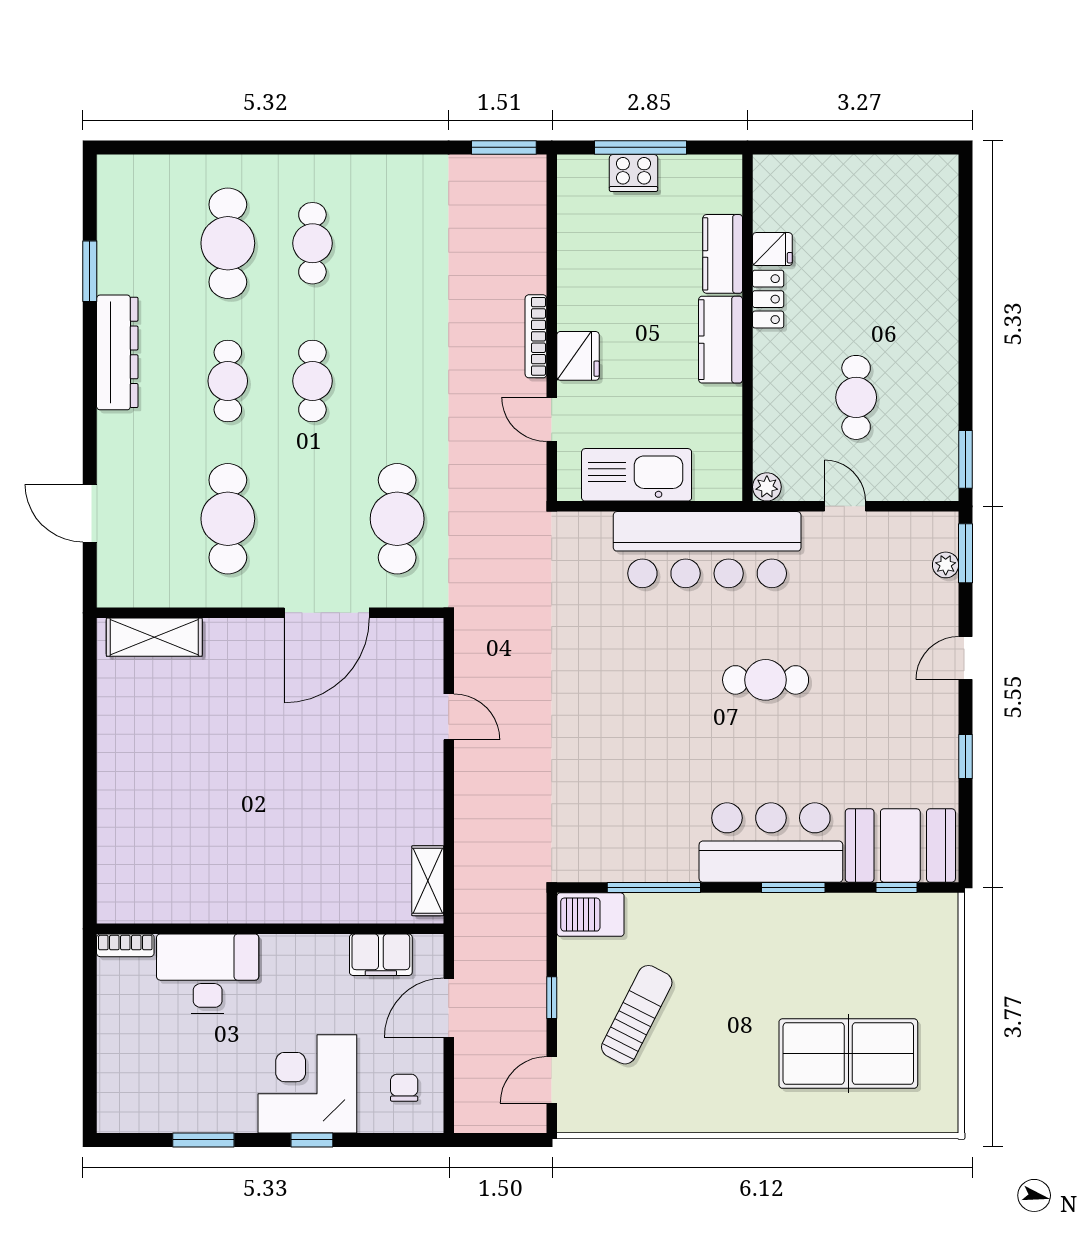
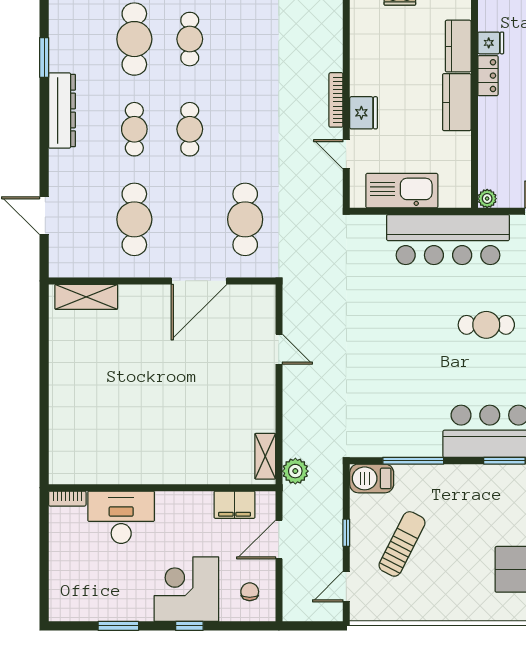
plant: (474, 903) -> (295, 471), added

